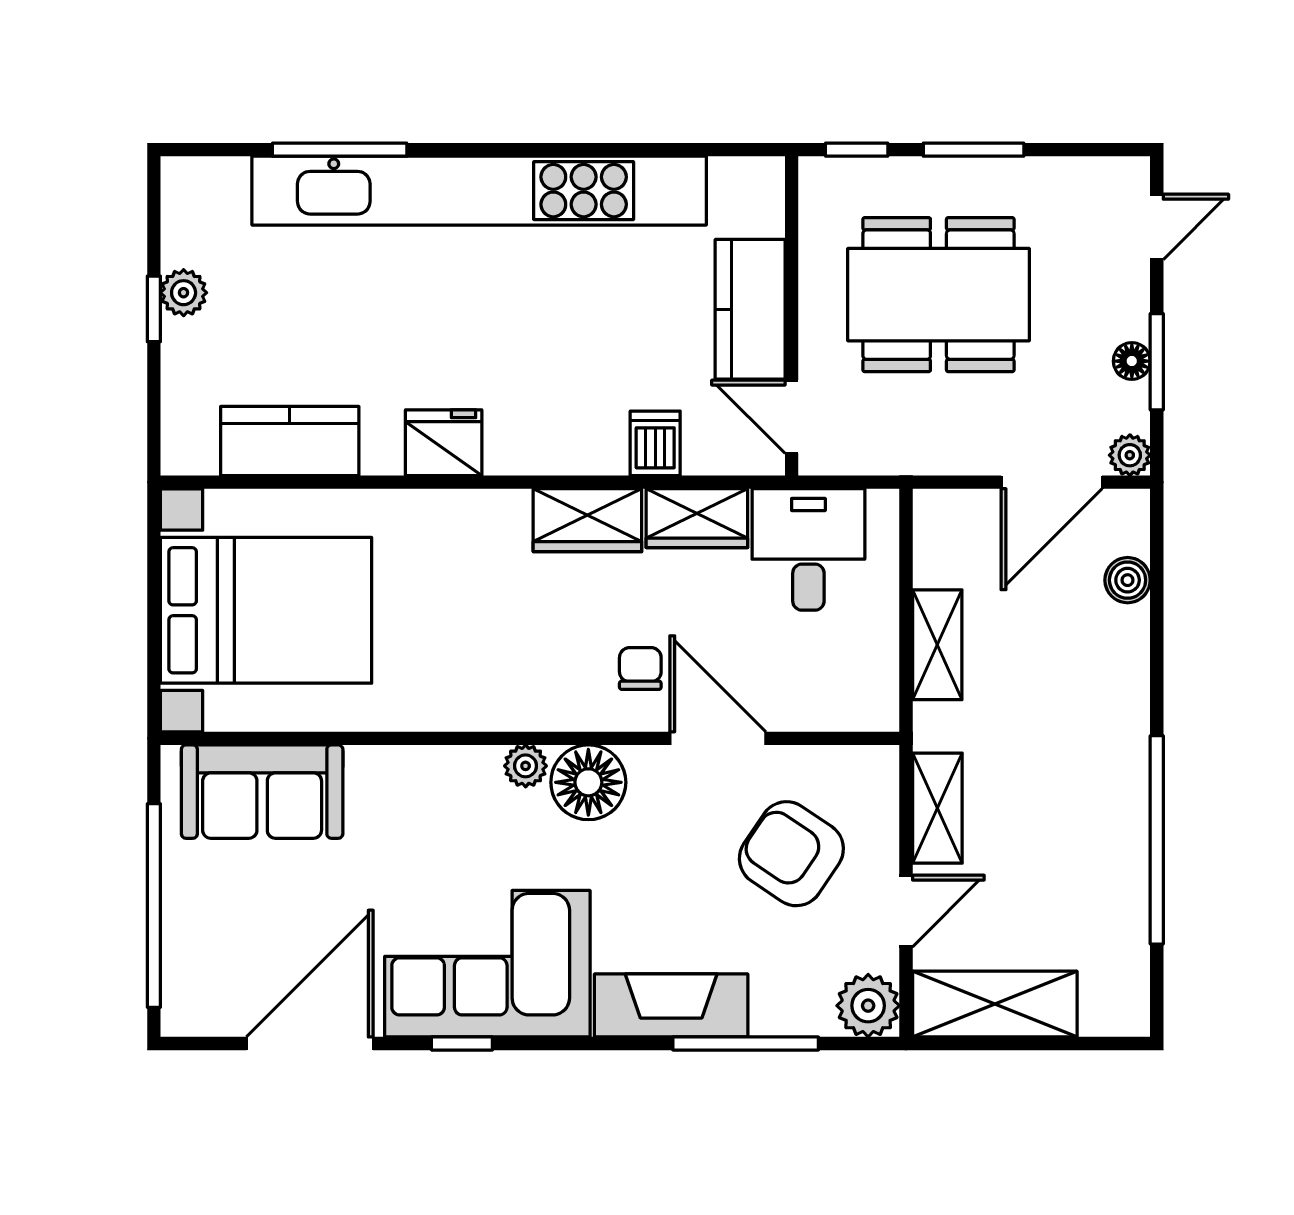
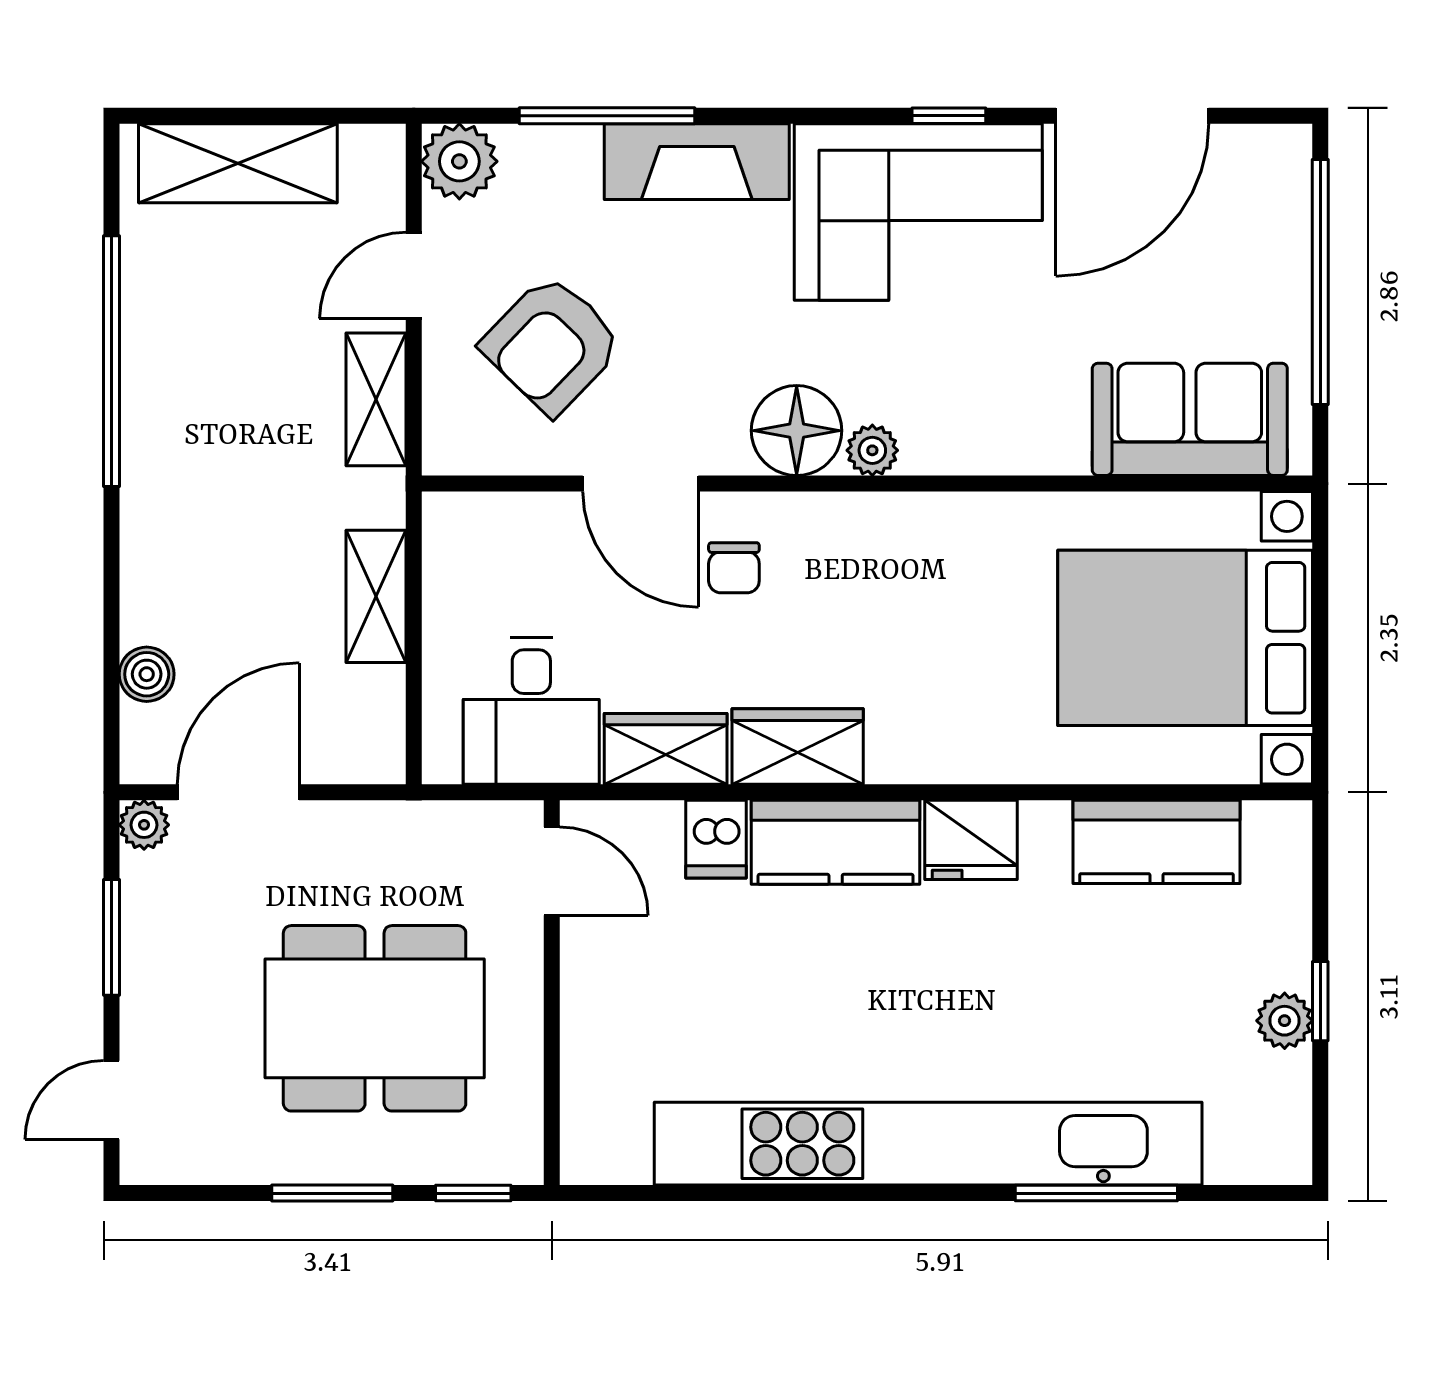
kitchen counter: (750, 309) -> (836, 842), moved, turned 90
floor lamp: (1132, 361) -> (142, 938), removed
armchair: (791, 854) -> (552, 344), turned 100
shelving: (995, 1004) -> (238, 163), moved

